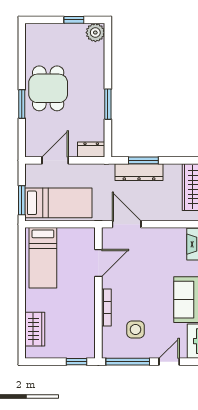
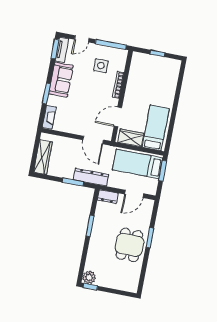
window: (74, 20) -> (90, 287), moved
dresser: (139, 172) -> (91, 177), moved
wardrobe: (35, 329) -> (131, 138), moved, turned 90
window: (77, 362) -> (157, 53), moved

